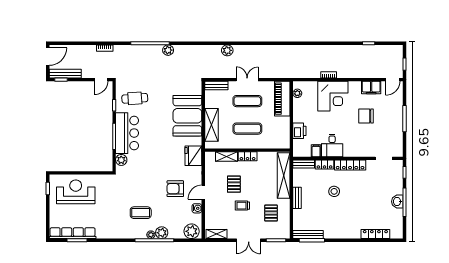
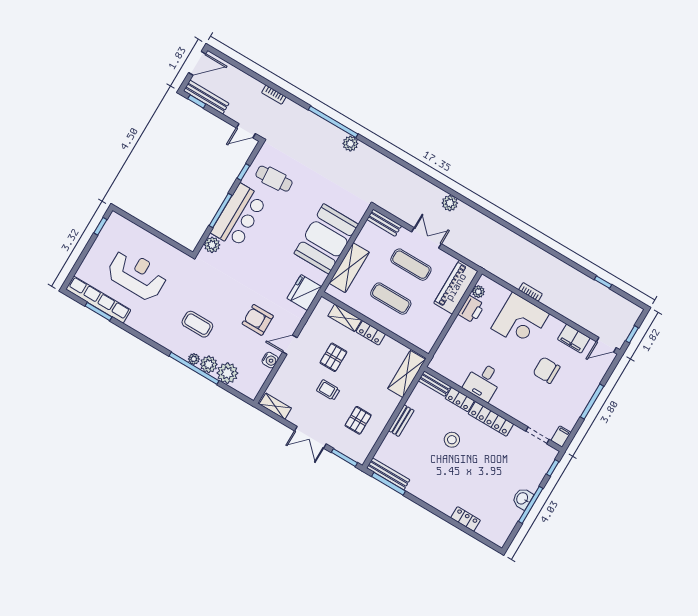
plant: (227, 50) -> (450, 203), moved
printer: (299, 131) -> (471, 309), moved
filing cabinet: (316, 151) -> (561, 437), moved
shelving: (284, 175) -> (407, 374), width x0.68
reception desk: (76, 192) -> (137, 275), moved
plant: (192, 231) -> (227, 373), moved
locker: (375, 234) -> (466, 519), width x0.66

